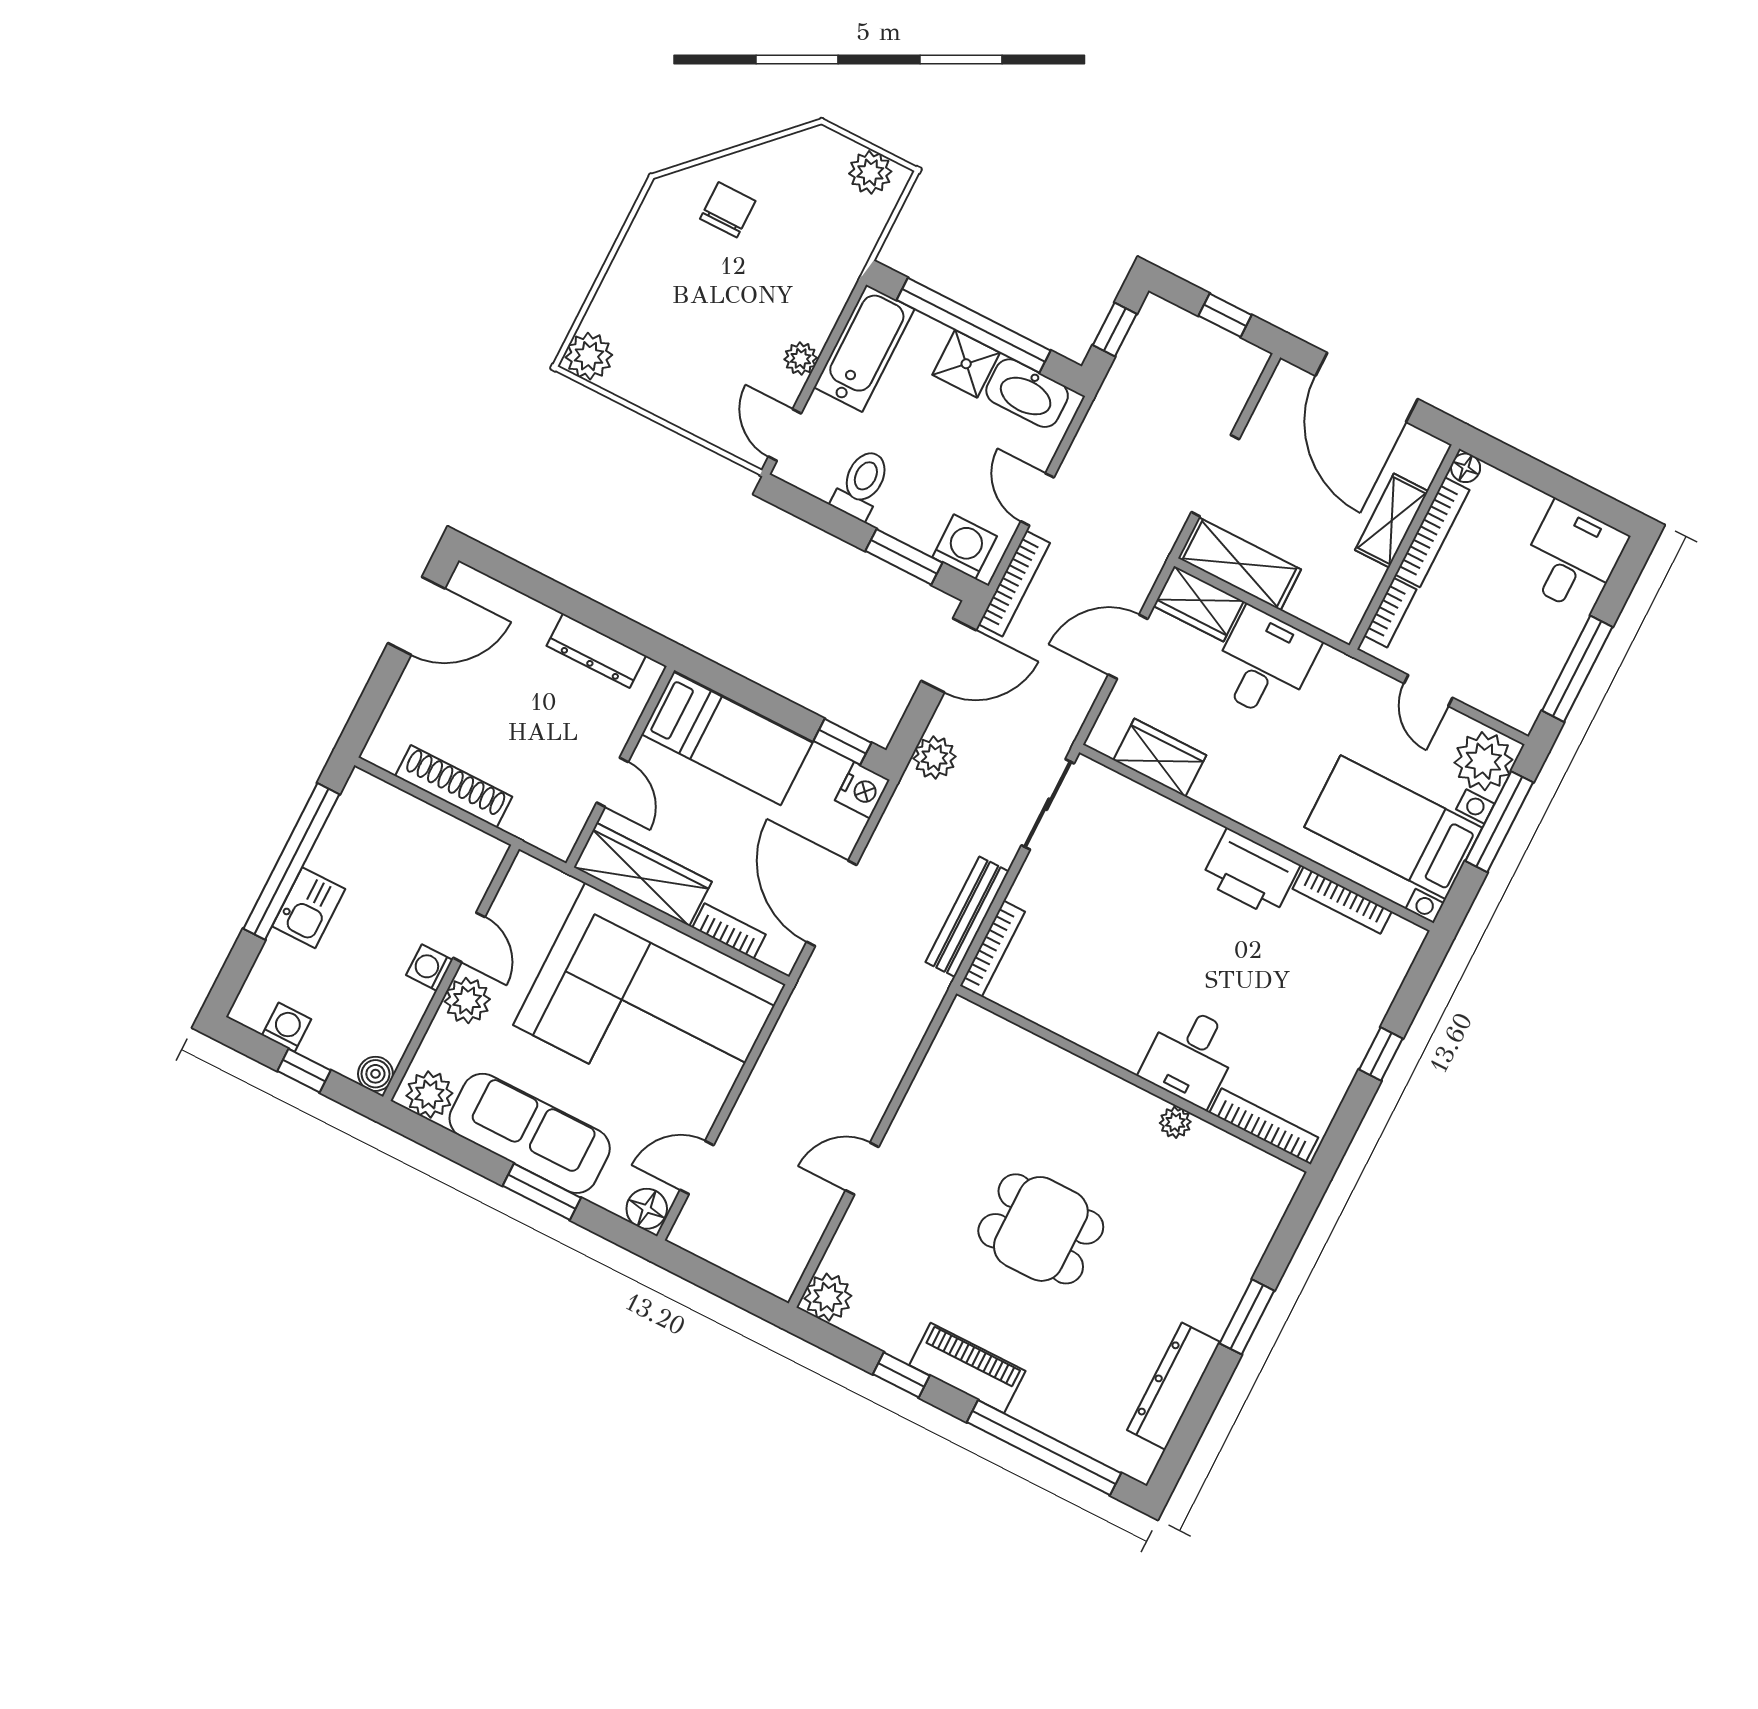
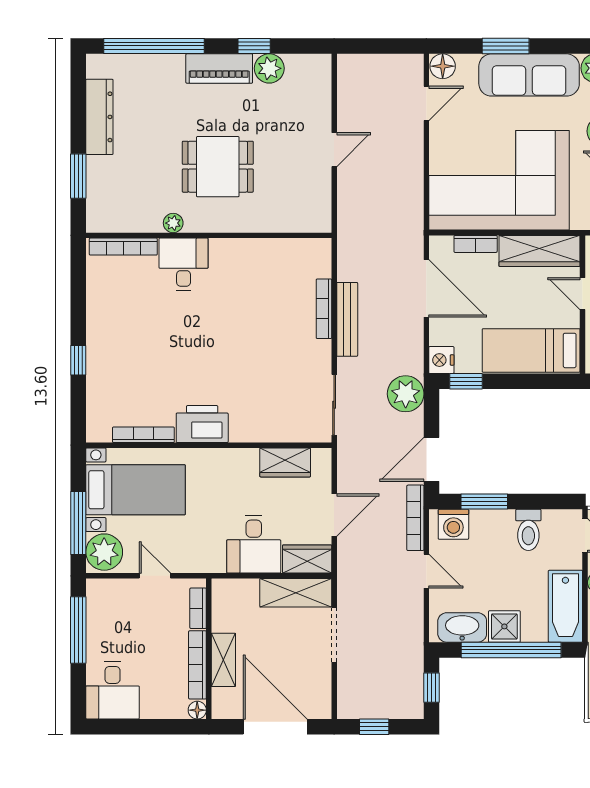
plant: (934, 757) -> (406, 394), width x1.36, depth x1.36
desk: (1191, 1056) -> (184, 264), moved
wall: (1133, 1079) -> (209, 235), moved
plant: (1175, 1122) -> (173, 223), moved
bookcase: (1264, 1125) -> (123, 247), moved
plant: (828, 1297) -> (269, 68), moved

